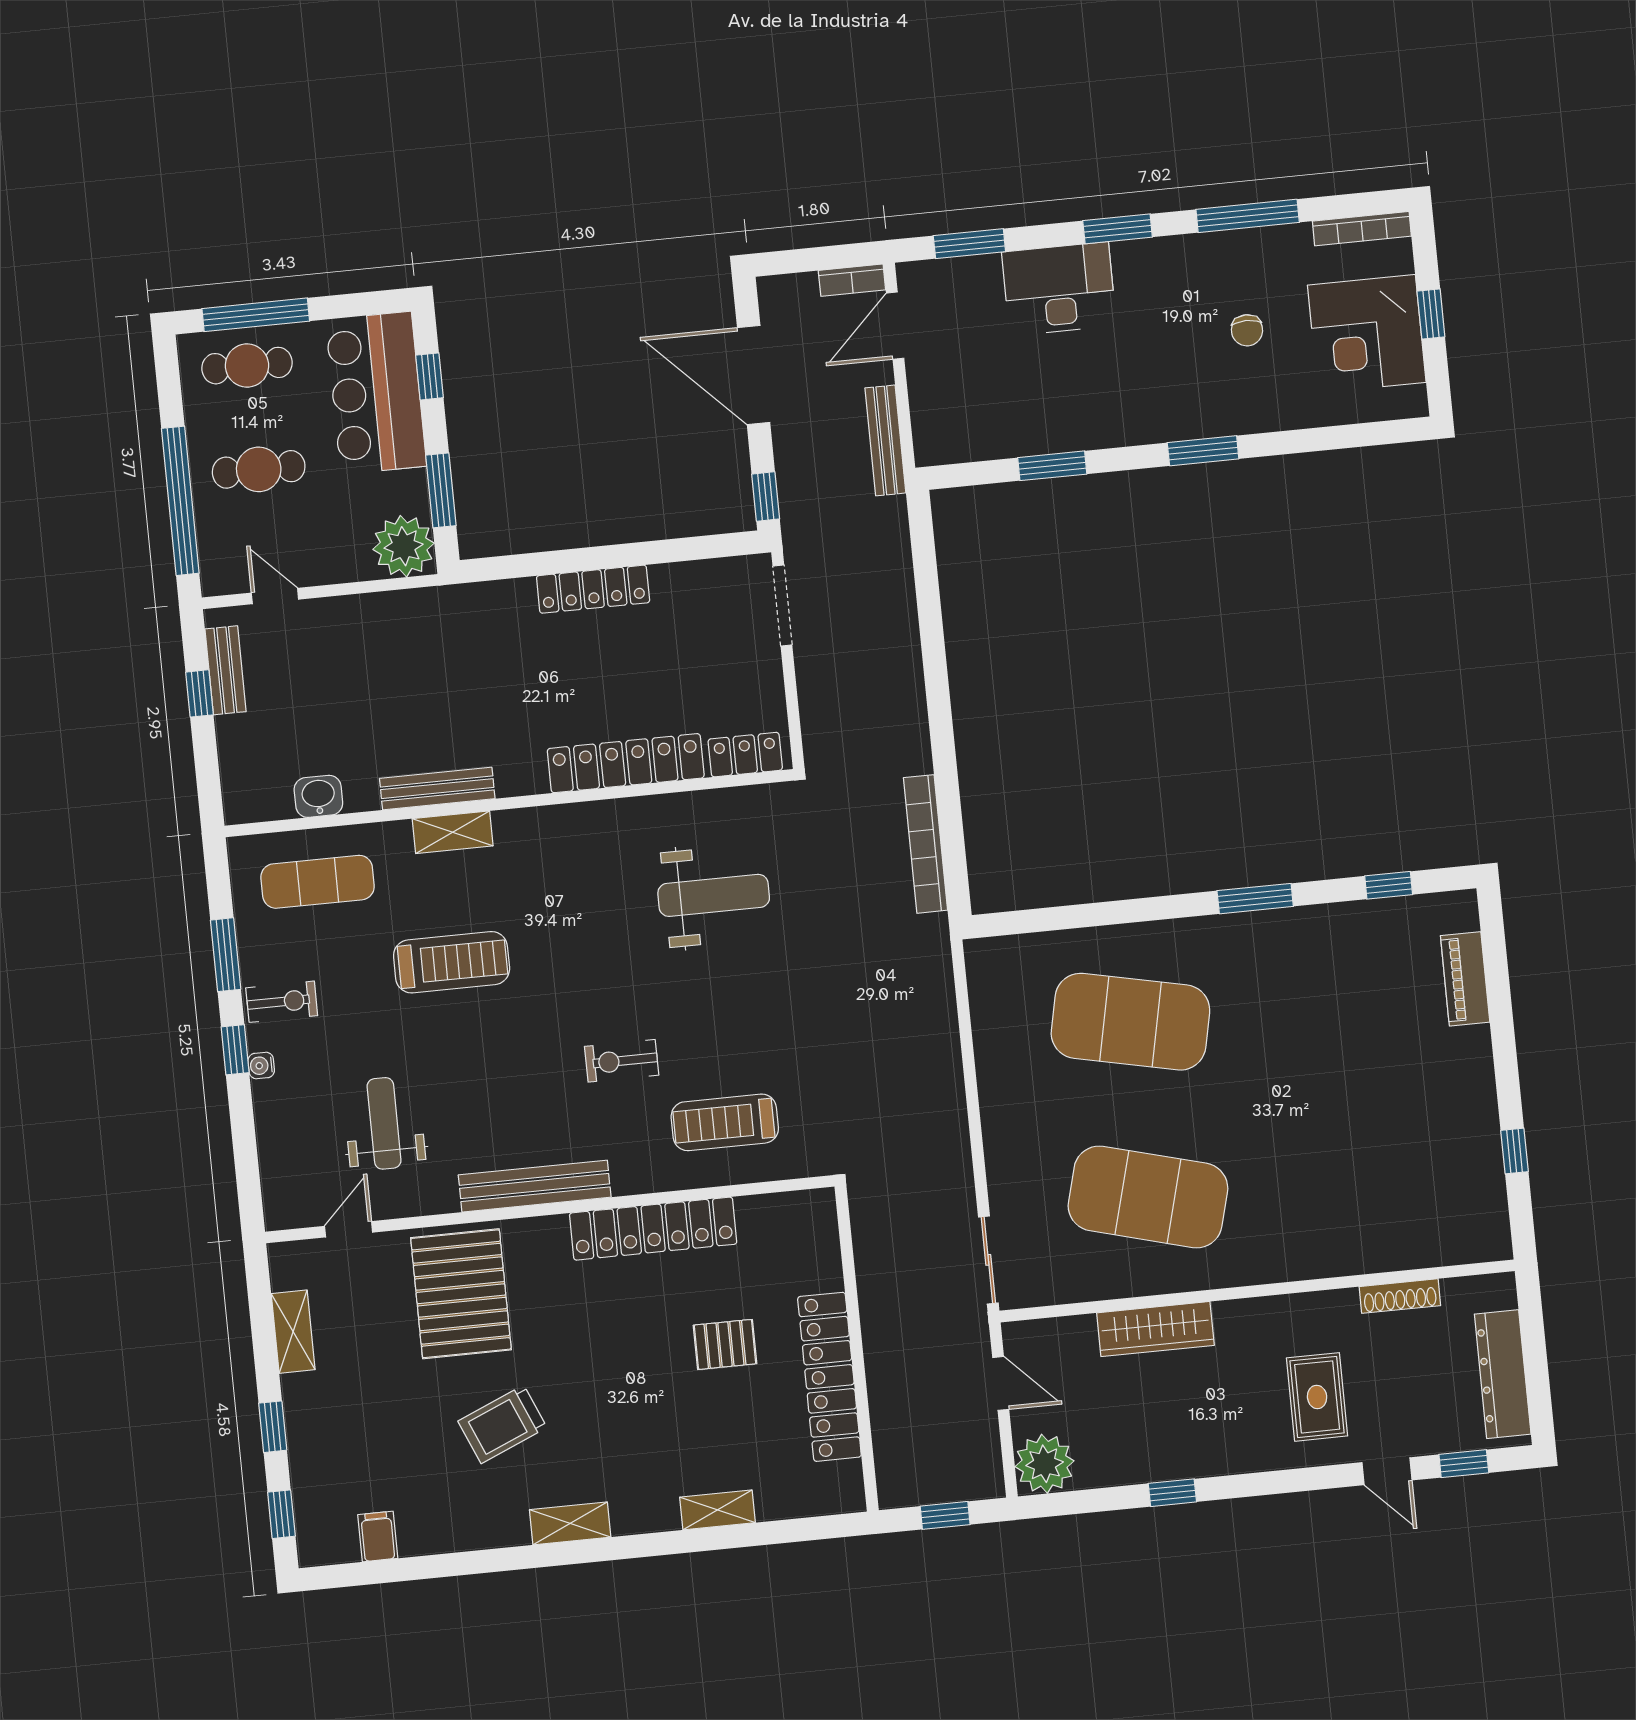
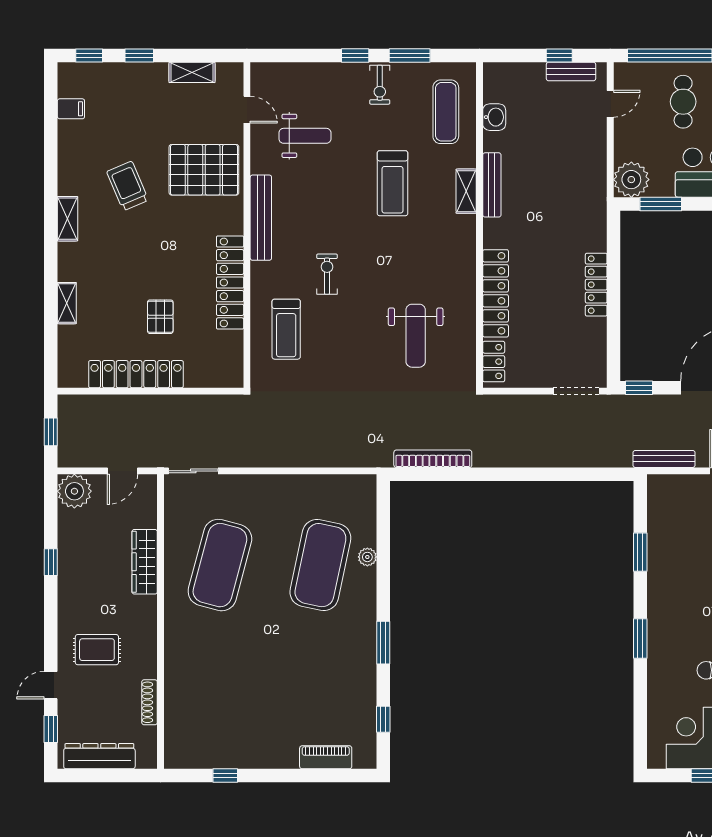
plant: (1108, 941) -> (367, 557), added
water cooler: (261, 1066) -> (345, 69), removed
treadmill: (725, 1122) -> (286, 329), turned 180

